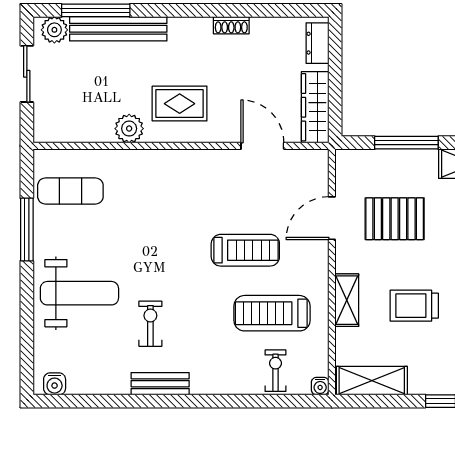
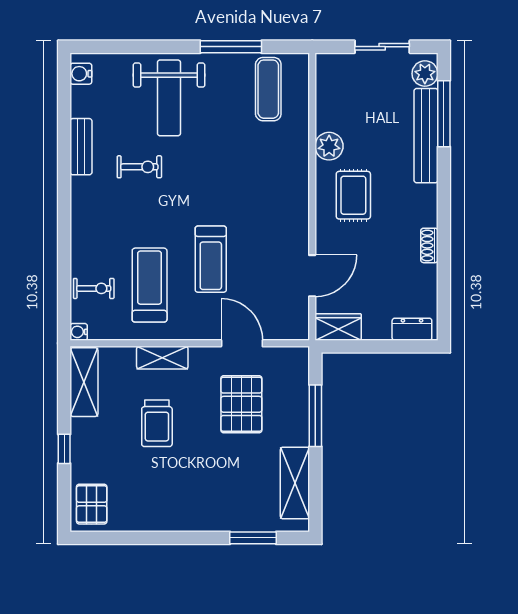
wardrobe: (315, 107) -> (338, 327), width x0.67
trolley: (414, 306) -> (157, 423), turned 180
bench: (160, 384) -> (81, 147), moved

